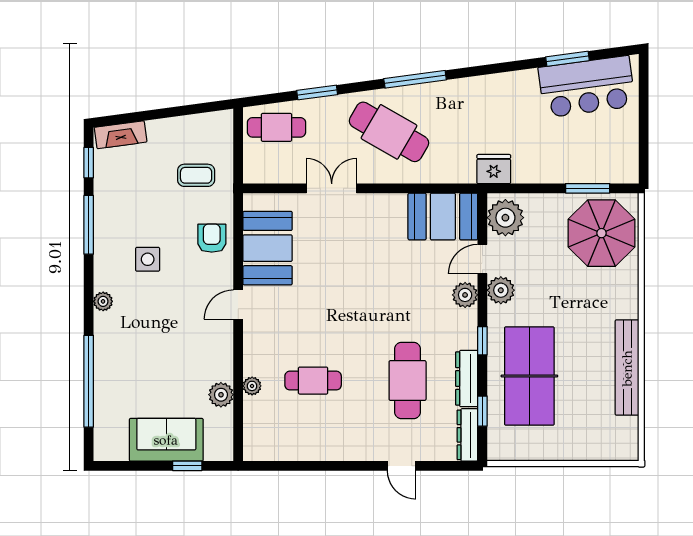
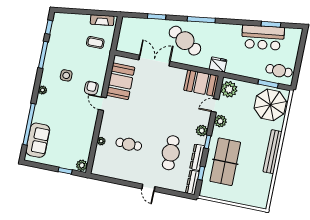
bar counter: (587, 87) -> (263, 38), moved
cafe table: (276, 127) -> (279, 71), moved
fireplace: (121, 135) -> (102, 20), moved
fridge: (494, 169) -> (218, 65), moved
double door: (332, 188) -> (154, 61), width x1.37
armchair: (212, 238) -> (91, 88), moved
plant: (465, 295) -> (202, 131), moved
door: (238, 305) -> (102, 104), hinge flipped
bench: (627, 368) -> (273, 152), moved
plant: (221, 395) -> (82, 165), moved
sofa: (166, 440) -> (38, 140), moved, turned 90
door: (402, 466) -> (148, 188), moved

